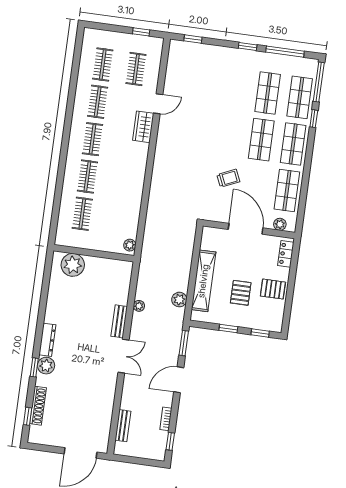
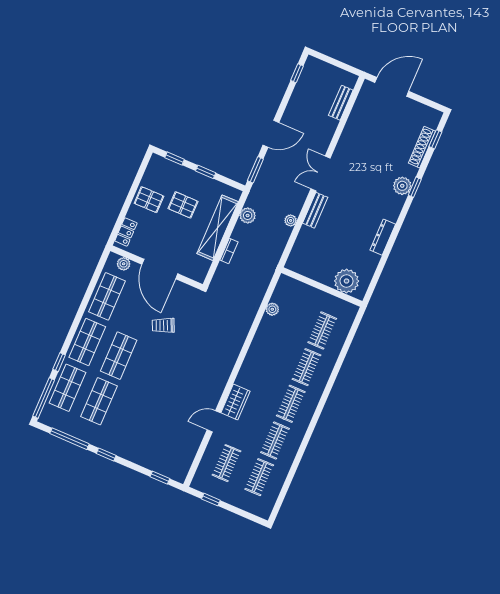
plant: (130, 245) -> (272, 309), moved
pallet: (241, 293) -> (183, 205), turned 90
dresser: (47, 340) -> (383, 237), moved
bookcase: (166, 419) -> (229, 251), moved

